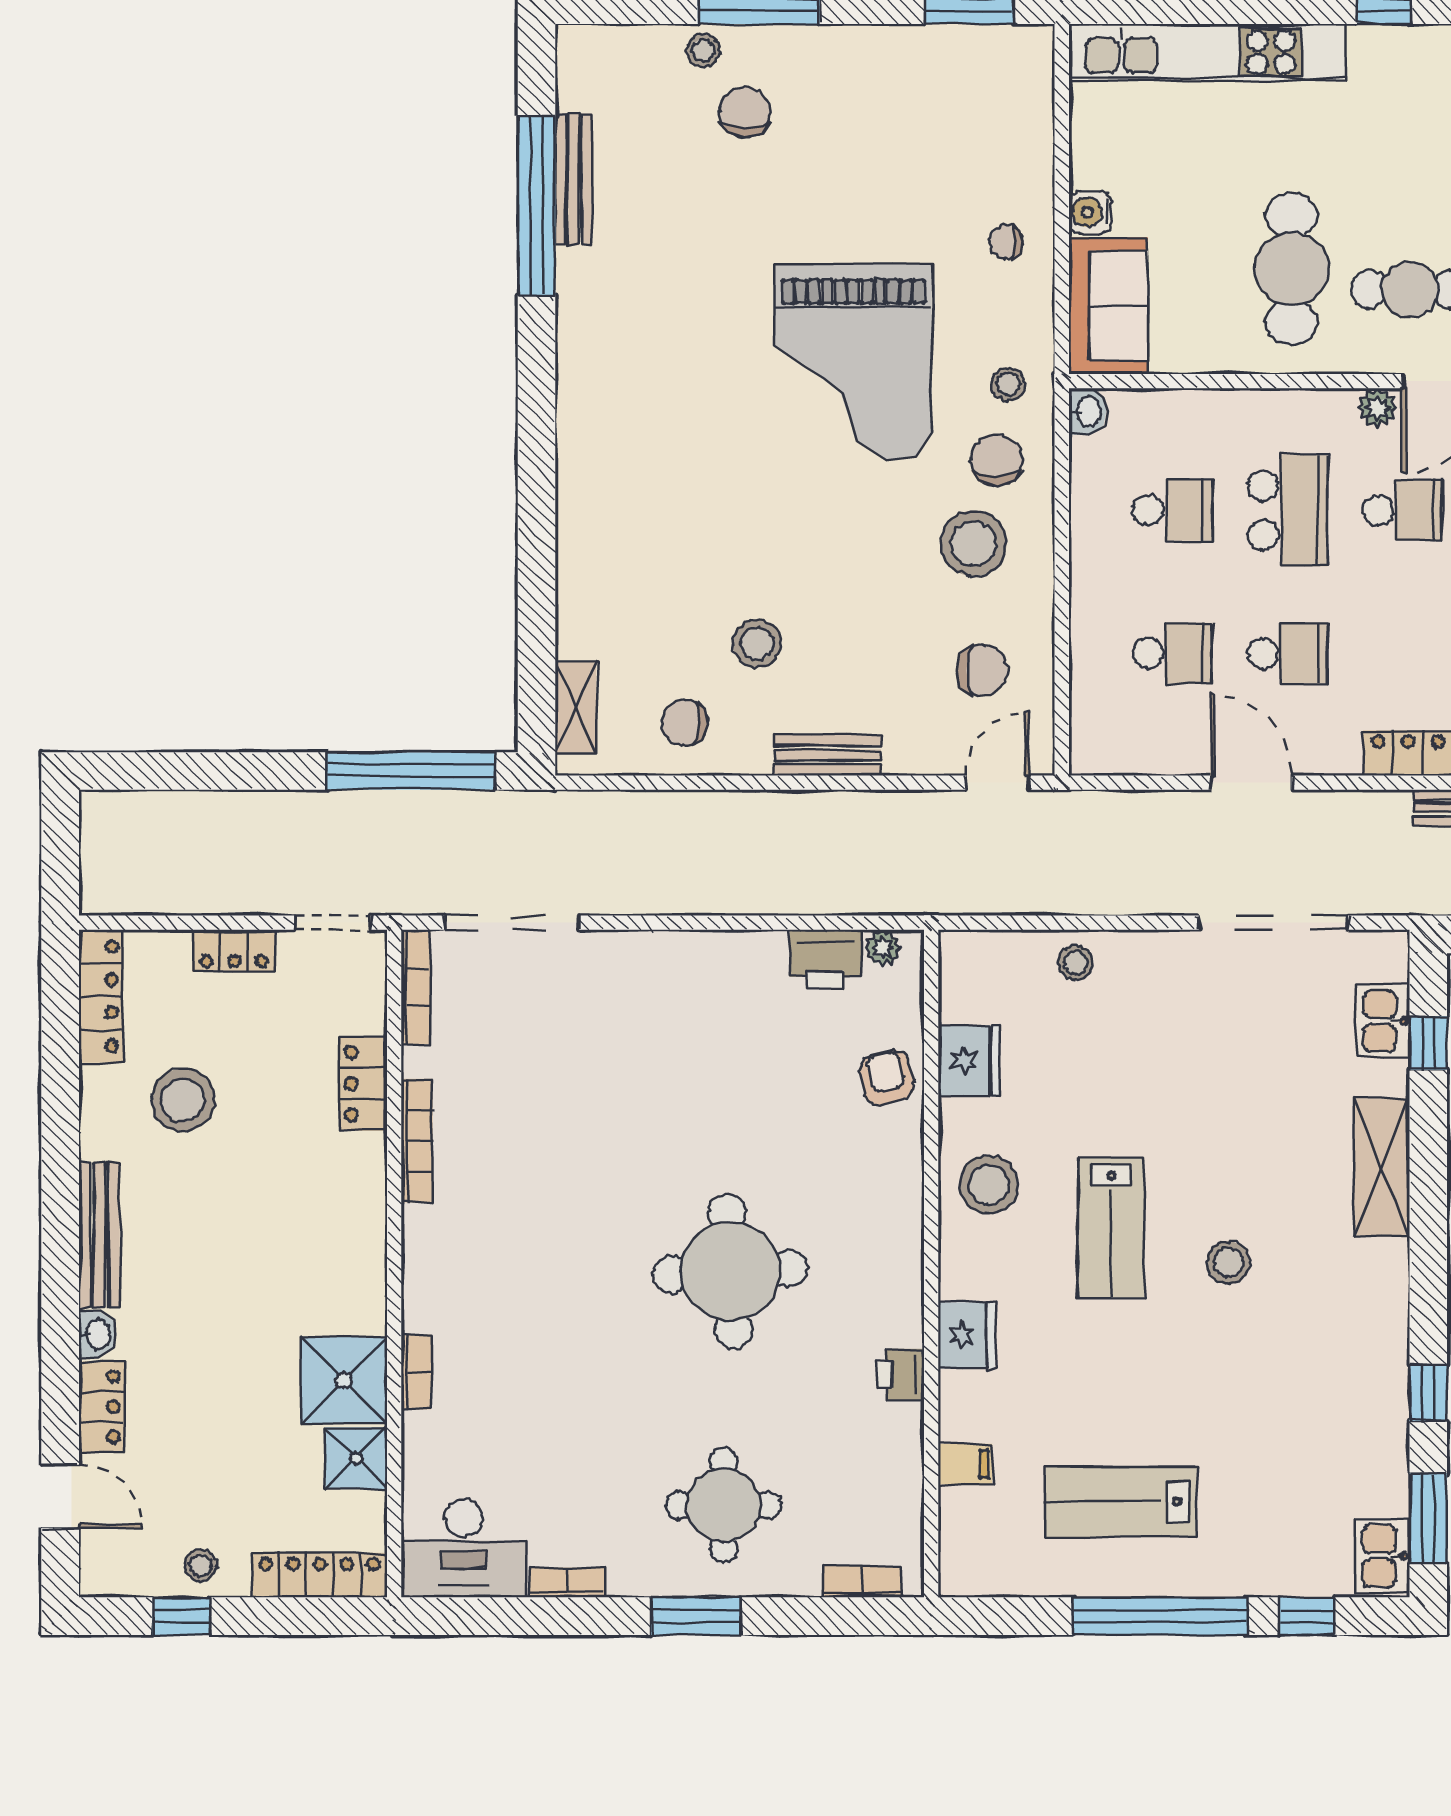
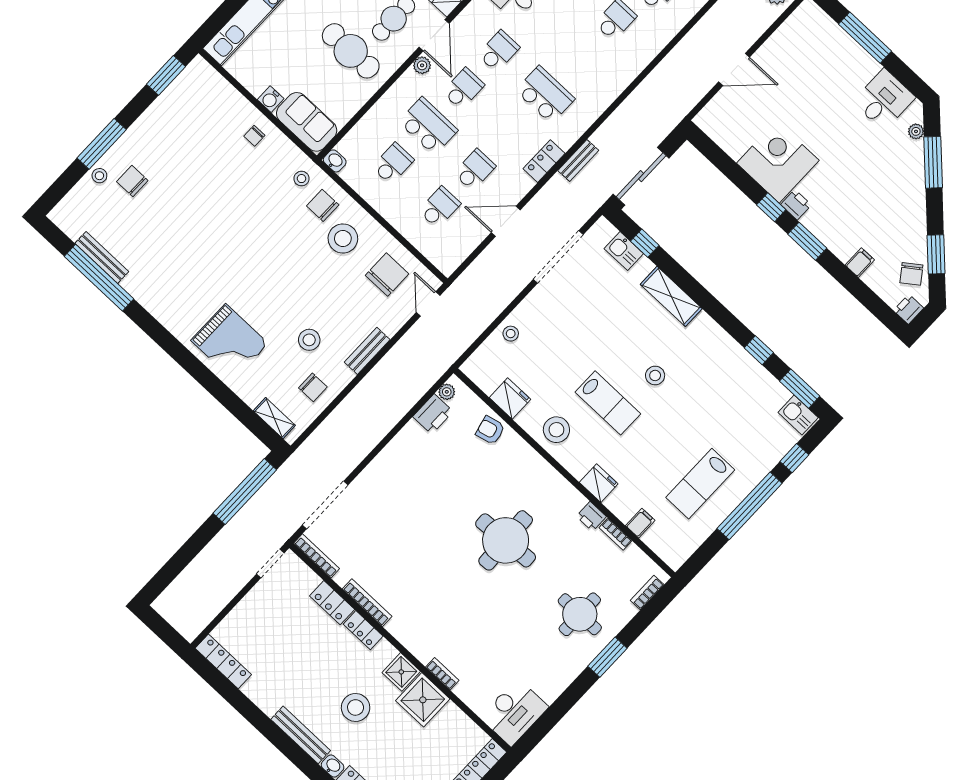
grand piano: (853, 362) -> (230, 342), moved, width x0.73, depth x0.68
chair: (982, 671) -> (387, 275), width x1.37, depth x1.37
chair: (685, 723) -> (313, 387), turned -95
locker: (234, 951) -> (363, 630), moved, turned 90
stool: (183, 1100) -> (356, 707), moved
shower: (356, 1458) -> (401, 672), moved
bookcase: (567, 1582) -> (616, 534), moved, turned -90

